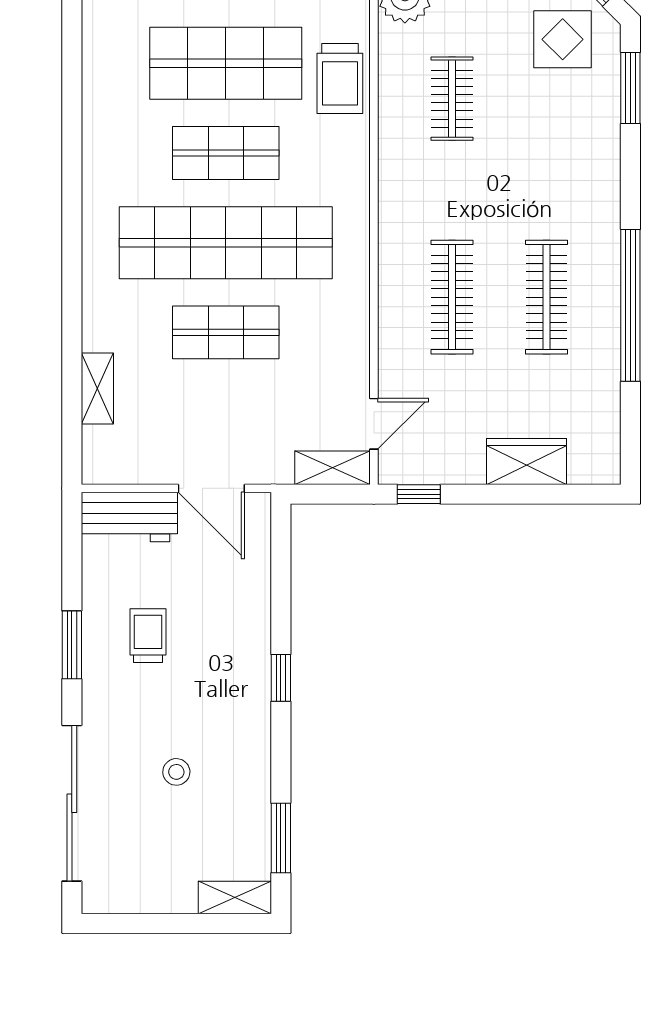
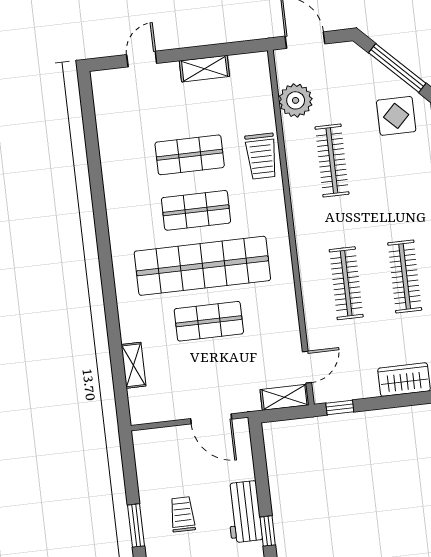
shop shelf: (226, 63) -> (190, 155), width x0.70, depth x0.74
clothes rail: (452, 99) -> (332, 161), width x1.36
workbench: (129, 517) -> (244, 512), moved, turned 90

